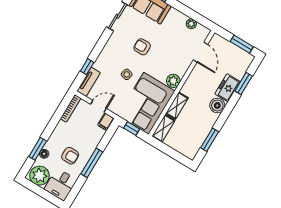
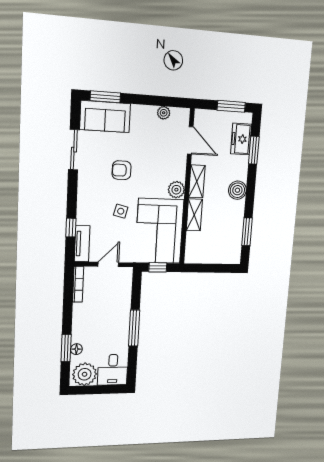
freezer: (228, 88) -> (241, 139), moved
filing cabinet: (106, 122) -> (126, 276), removed
shelving: (163, 128) -> (197, 181), moved
armchair: (70, 156) -> (106, 334), removed

